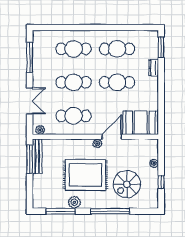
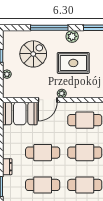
rug: (85, 175) -> (73, 63), width x0.73, depth x0.69
plant: (74, 202) -> (72, 36), moved

